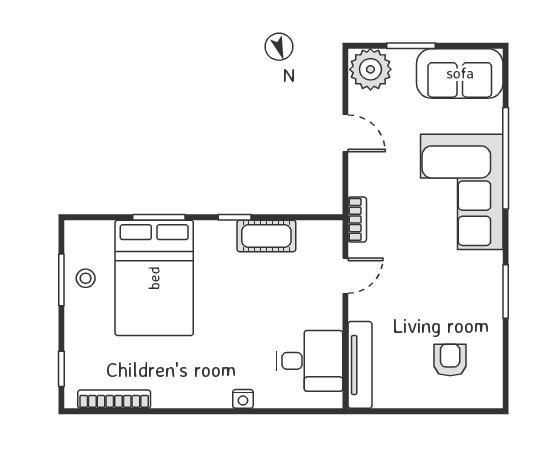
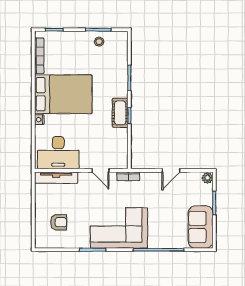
plant: (370, 69) -> (207, 178), width x0.53, depth x0.53
corner sofa: (462, 192) -> (119, 228), moved
cot: (266, 236) -> (120, 113), moved
bed: (154, 278) -> (63, 94), moved, turned 180
desk: (310, 361) -> (58, 153), width x1.37

